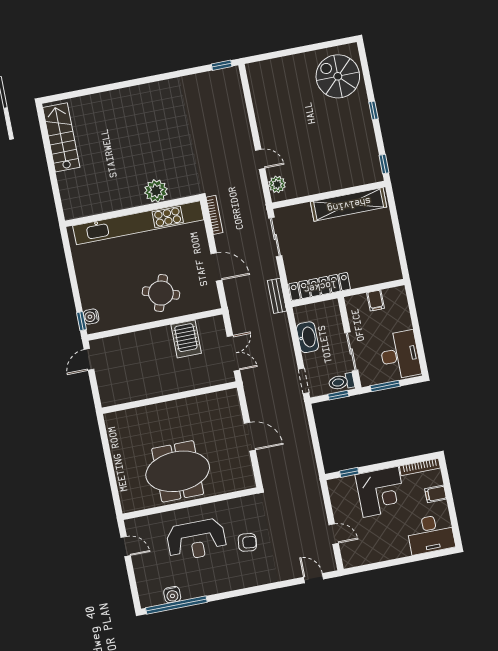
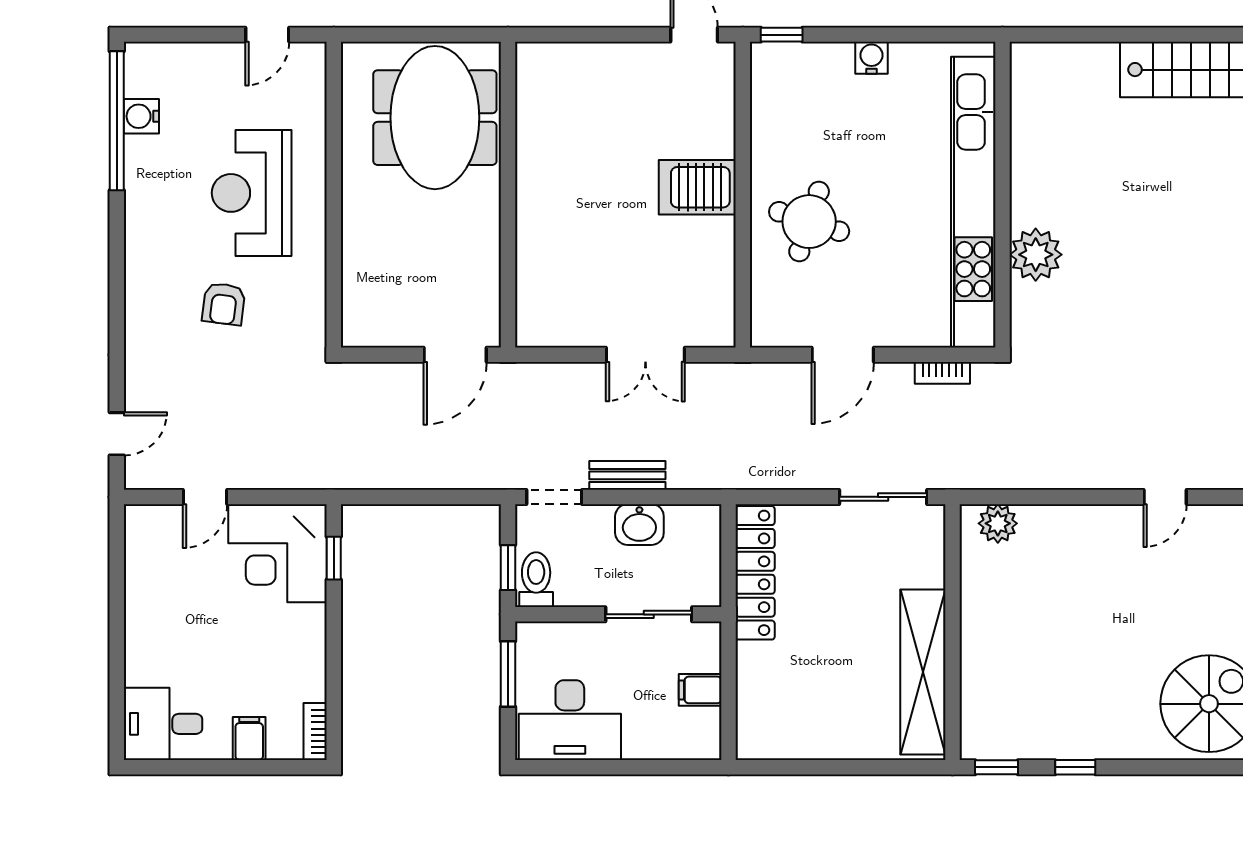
window: (373, 110) -> (1075, 767), moved
door: (260, 159) -> (1165, 497), moved
bookcase: (214, 215) -> (942, 373), width x0.64
bench: (277, 296) -> (627, 475), moved
water cooler: (91, 317) -> (871, 58), moved
washbasin: (308, 337) -> (639, 525), width x0.72
server rack: (186, 339) -> (697, 187), moved
sliding door: (351, 351) -> (649, 614), moved
wall: (169, 398) -> (508, 195), moved
bookcase: (420, 467) -> (315, 732), width x0.64
meeting table: (178, 471) -> (435, 118), moved
corner desk: (381, 492) -> (277, 553), moved
desk: (431, 534) -> (163, 724), width x0.73

